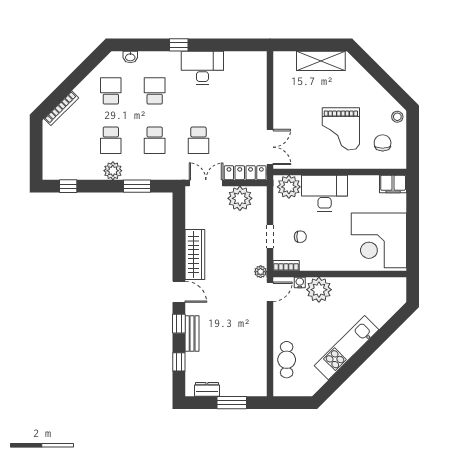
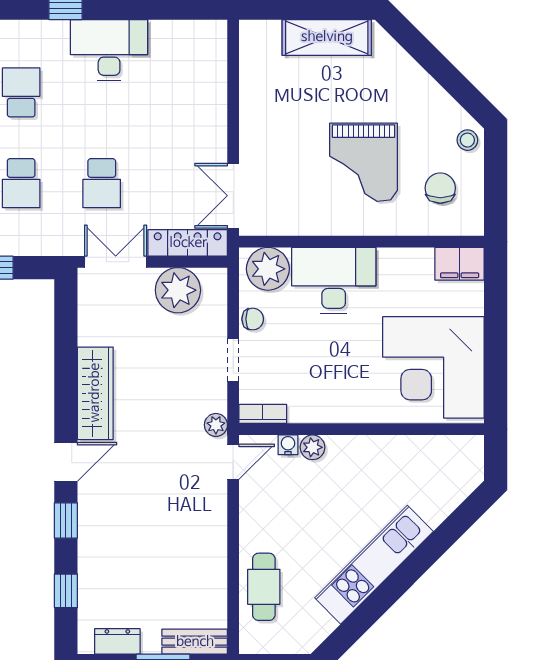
double door: (270, 147) -> (233, 196), swing flipped
chair: (300, 237) -> (253, 319), moved
plant: (319, 290) -> (313, 447), width x0.53, depth x0.53
door: (179, 292) -> (66, 462), hinge flipped
bench: (192, 334) -> (195, 642), moved, turned 90

